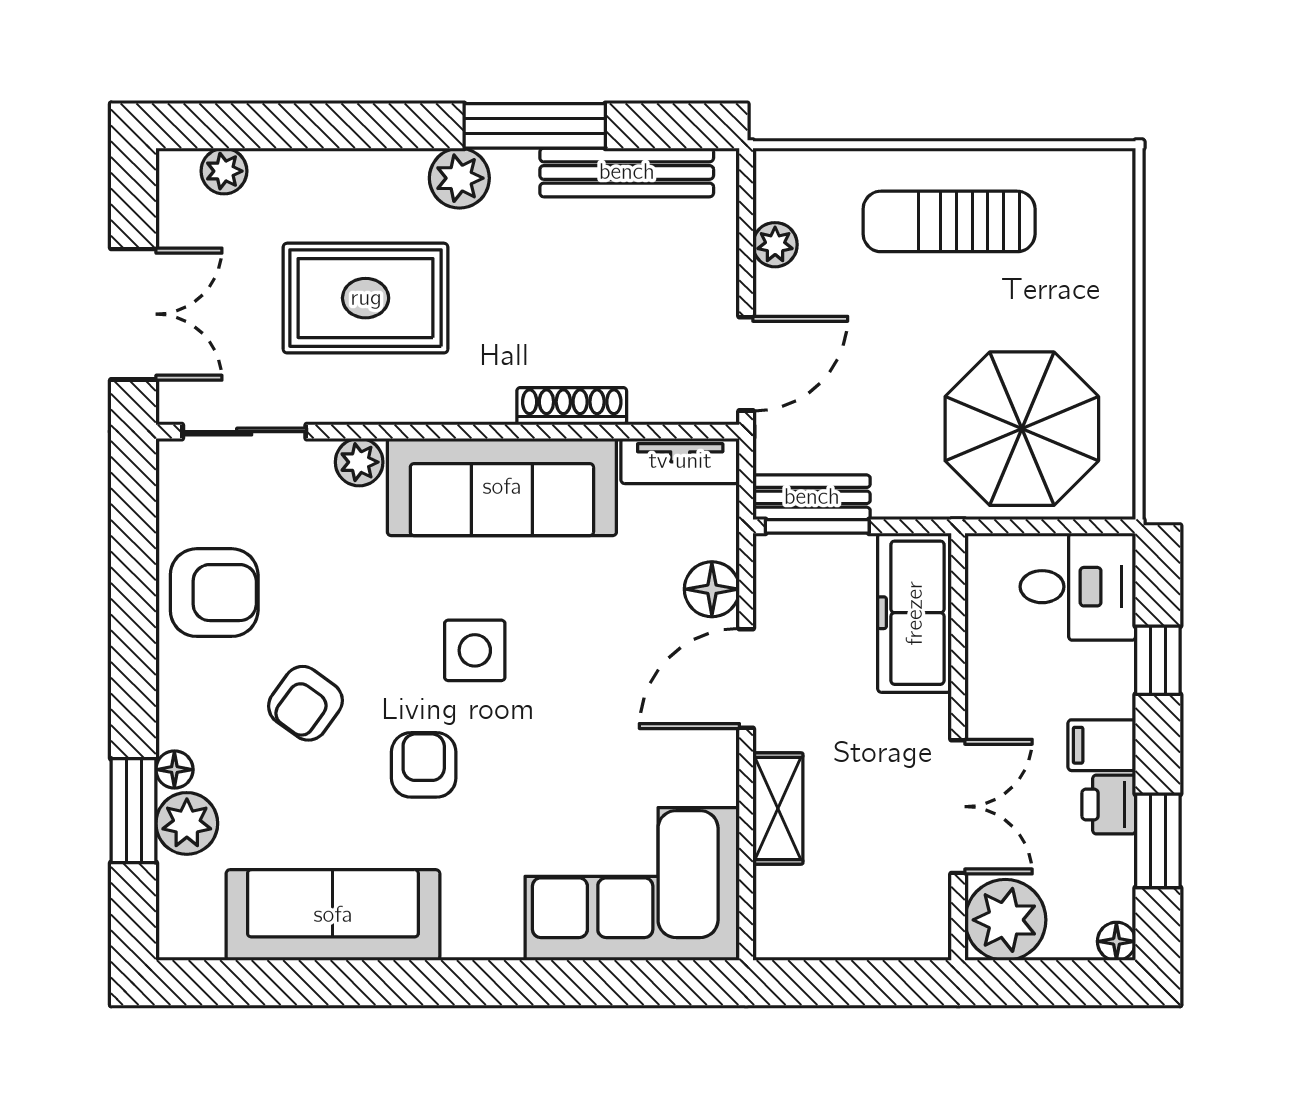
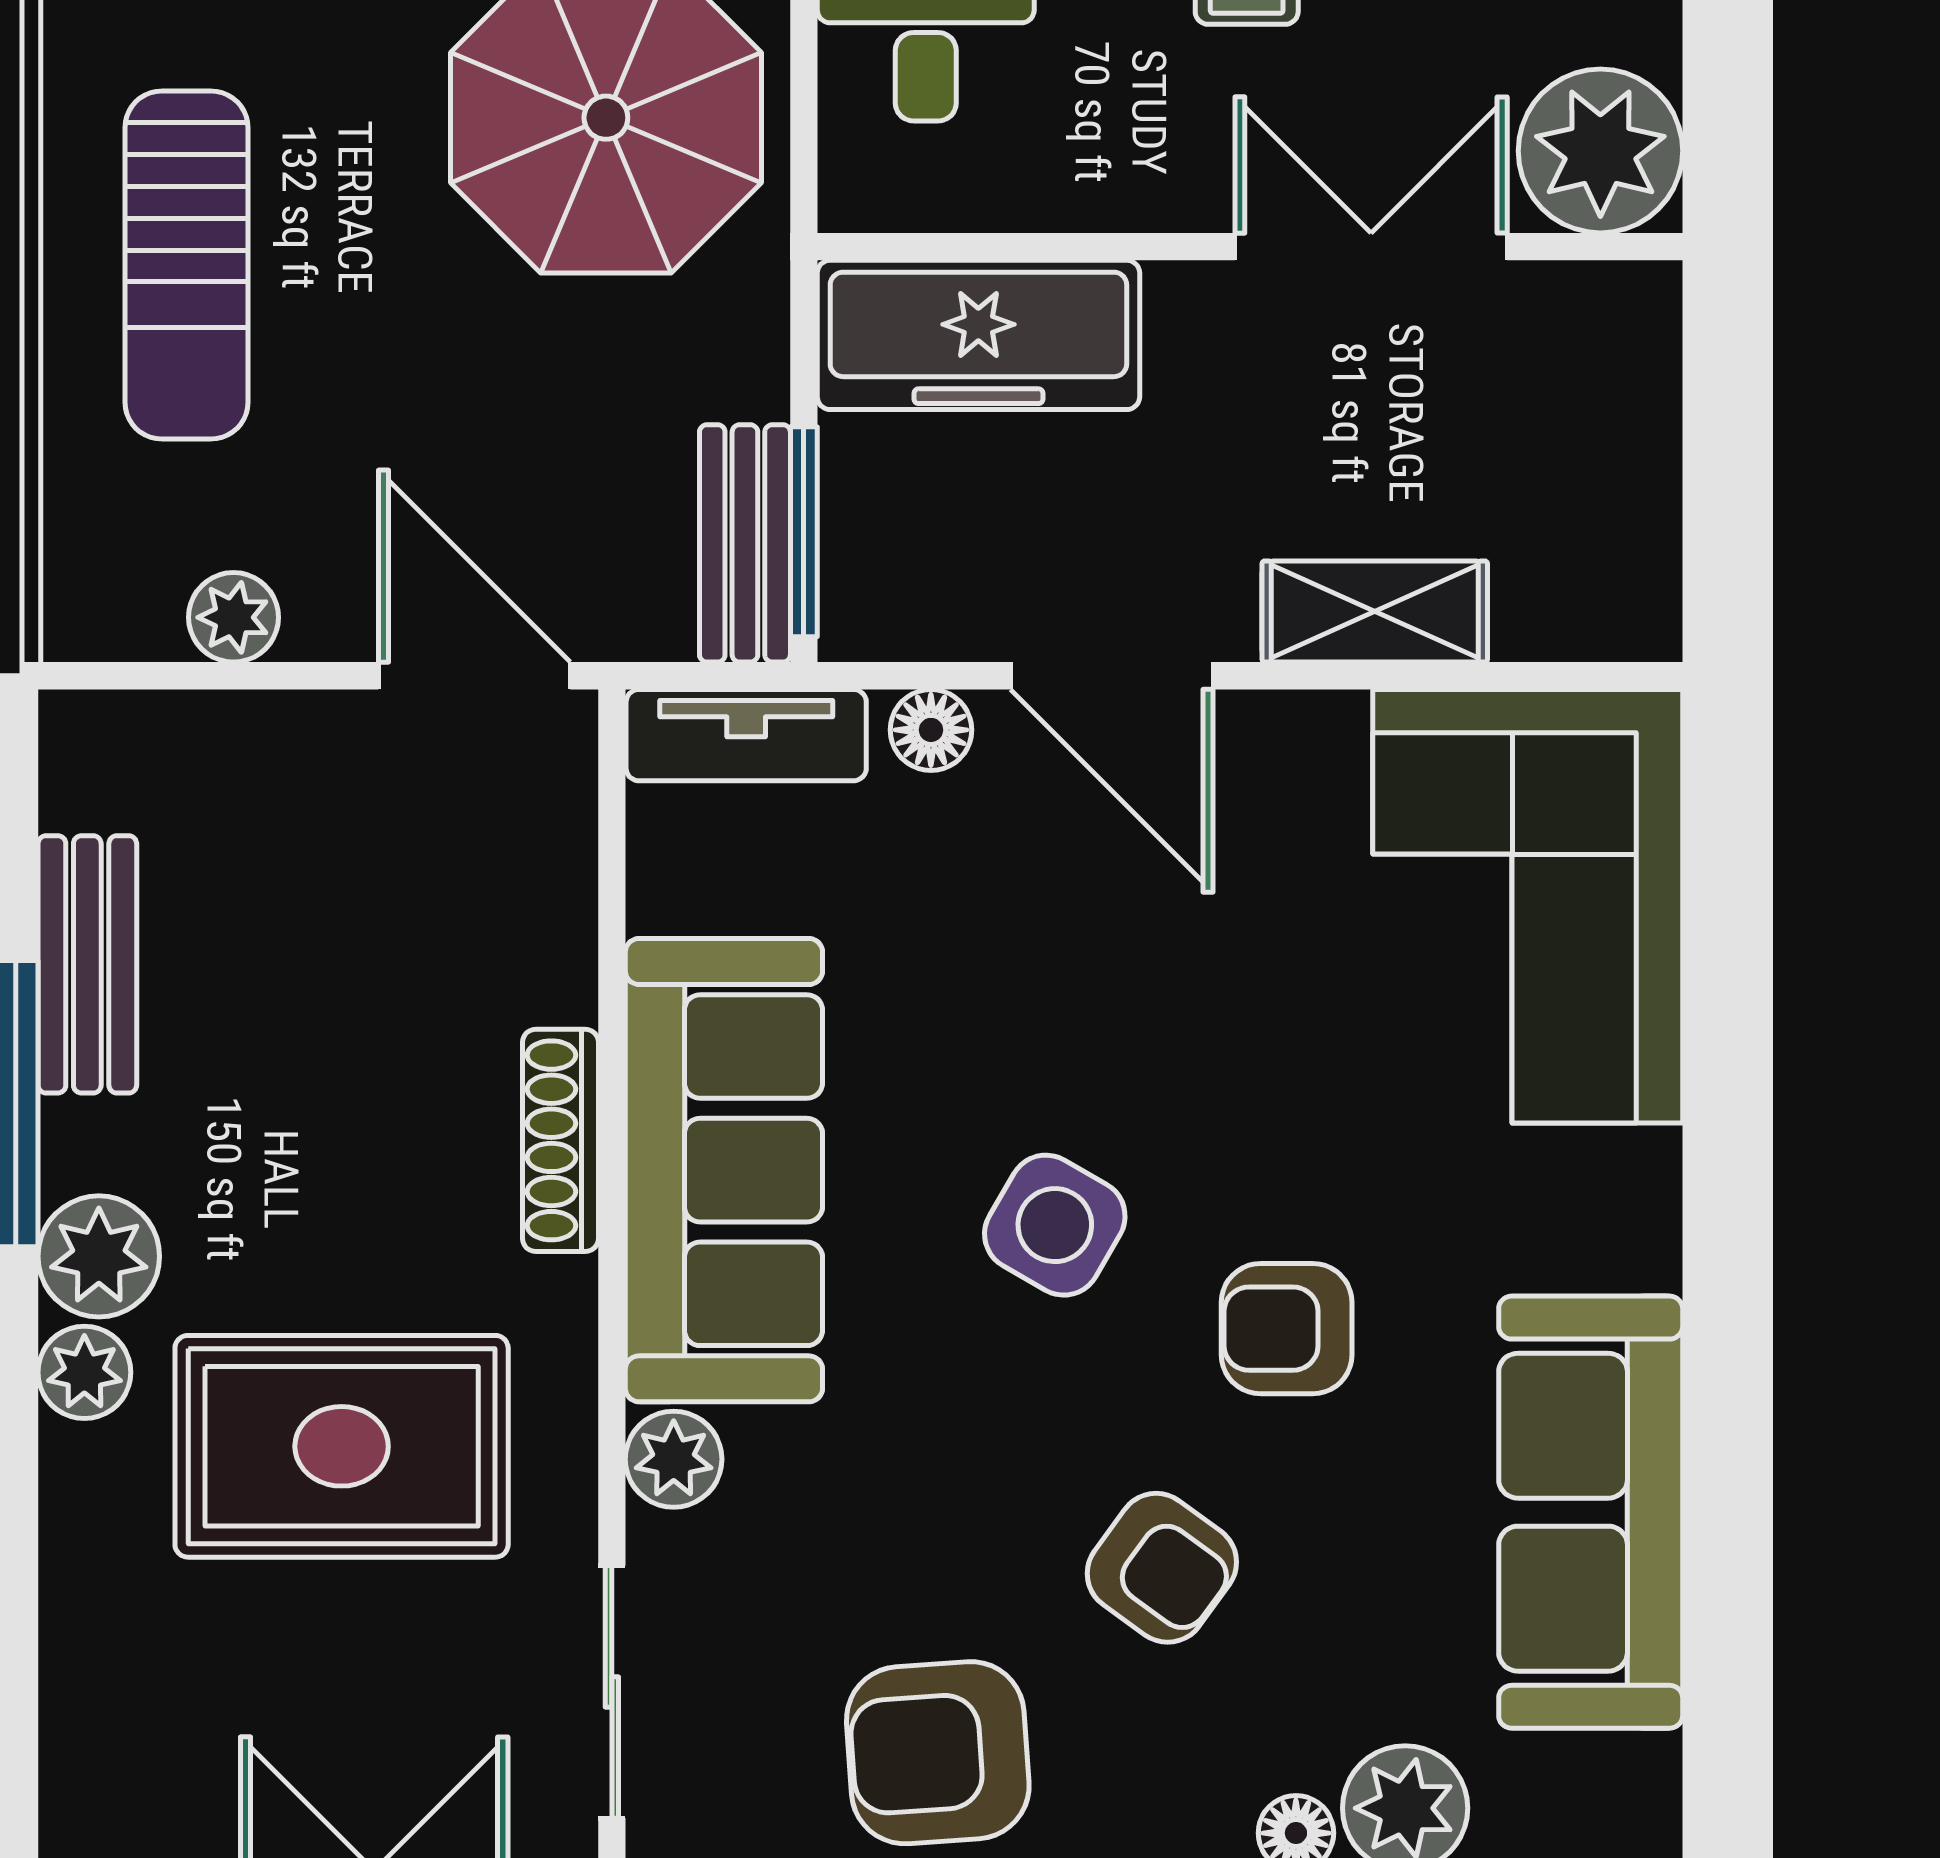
plant: (224, 171) -> (84, 1372), moved
bench: (627, 172) -> (87, 964), width x0.73
rug: (366, 298) -> (342, 1446), turned 90
shoe rack: (572, 406) -> (560, 1140), moved
tv unit: (680, 461) -> (746, 735), moved, turned 90
floor lamp: (712, 589) -> (931, 730), width x0.73, depth x0.73
armchair: (214, 593) -> (938, 1753), turned -94
side table: (475, 650) -> (1055, 1225), turned 30

